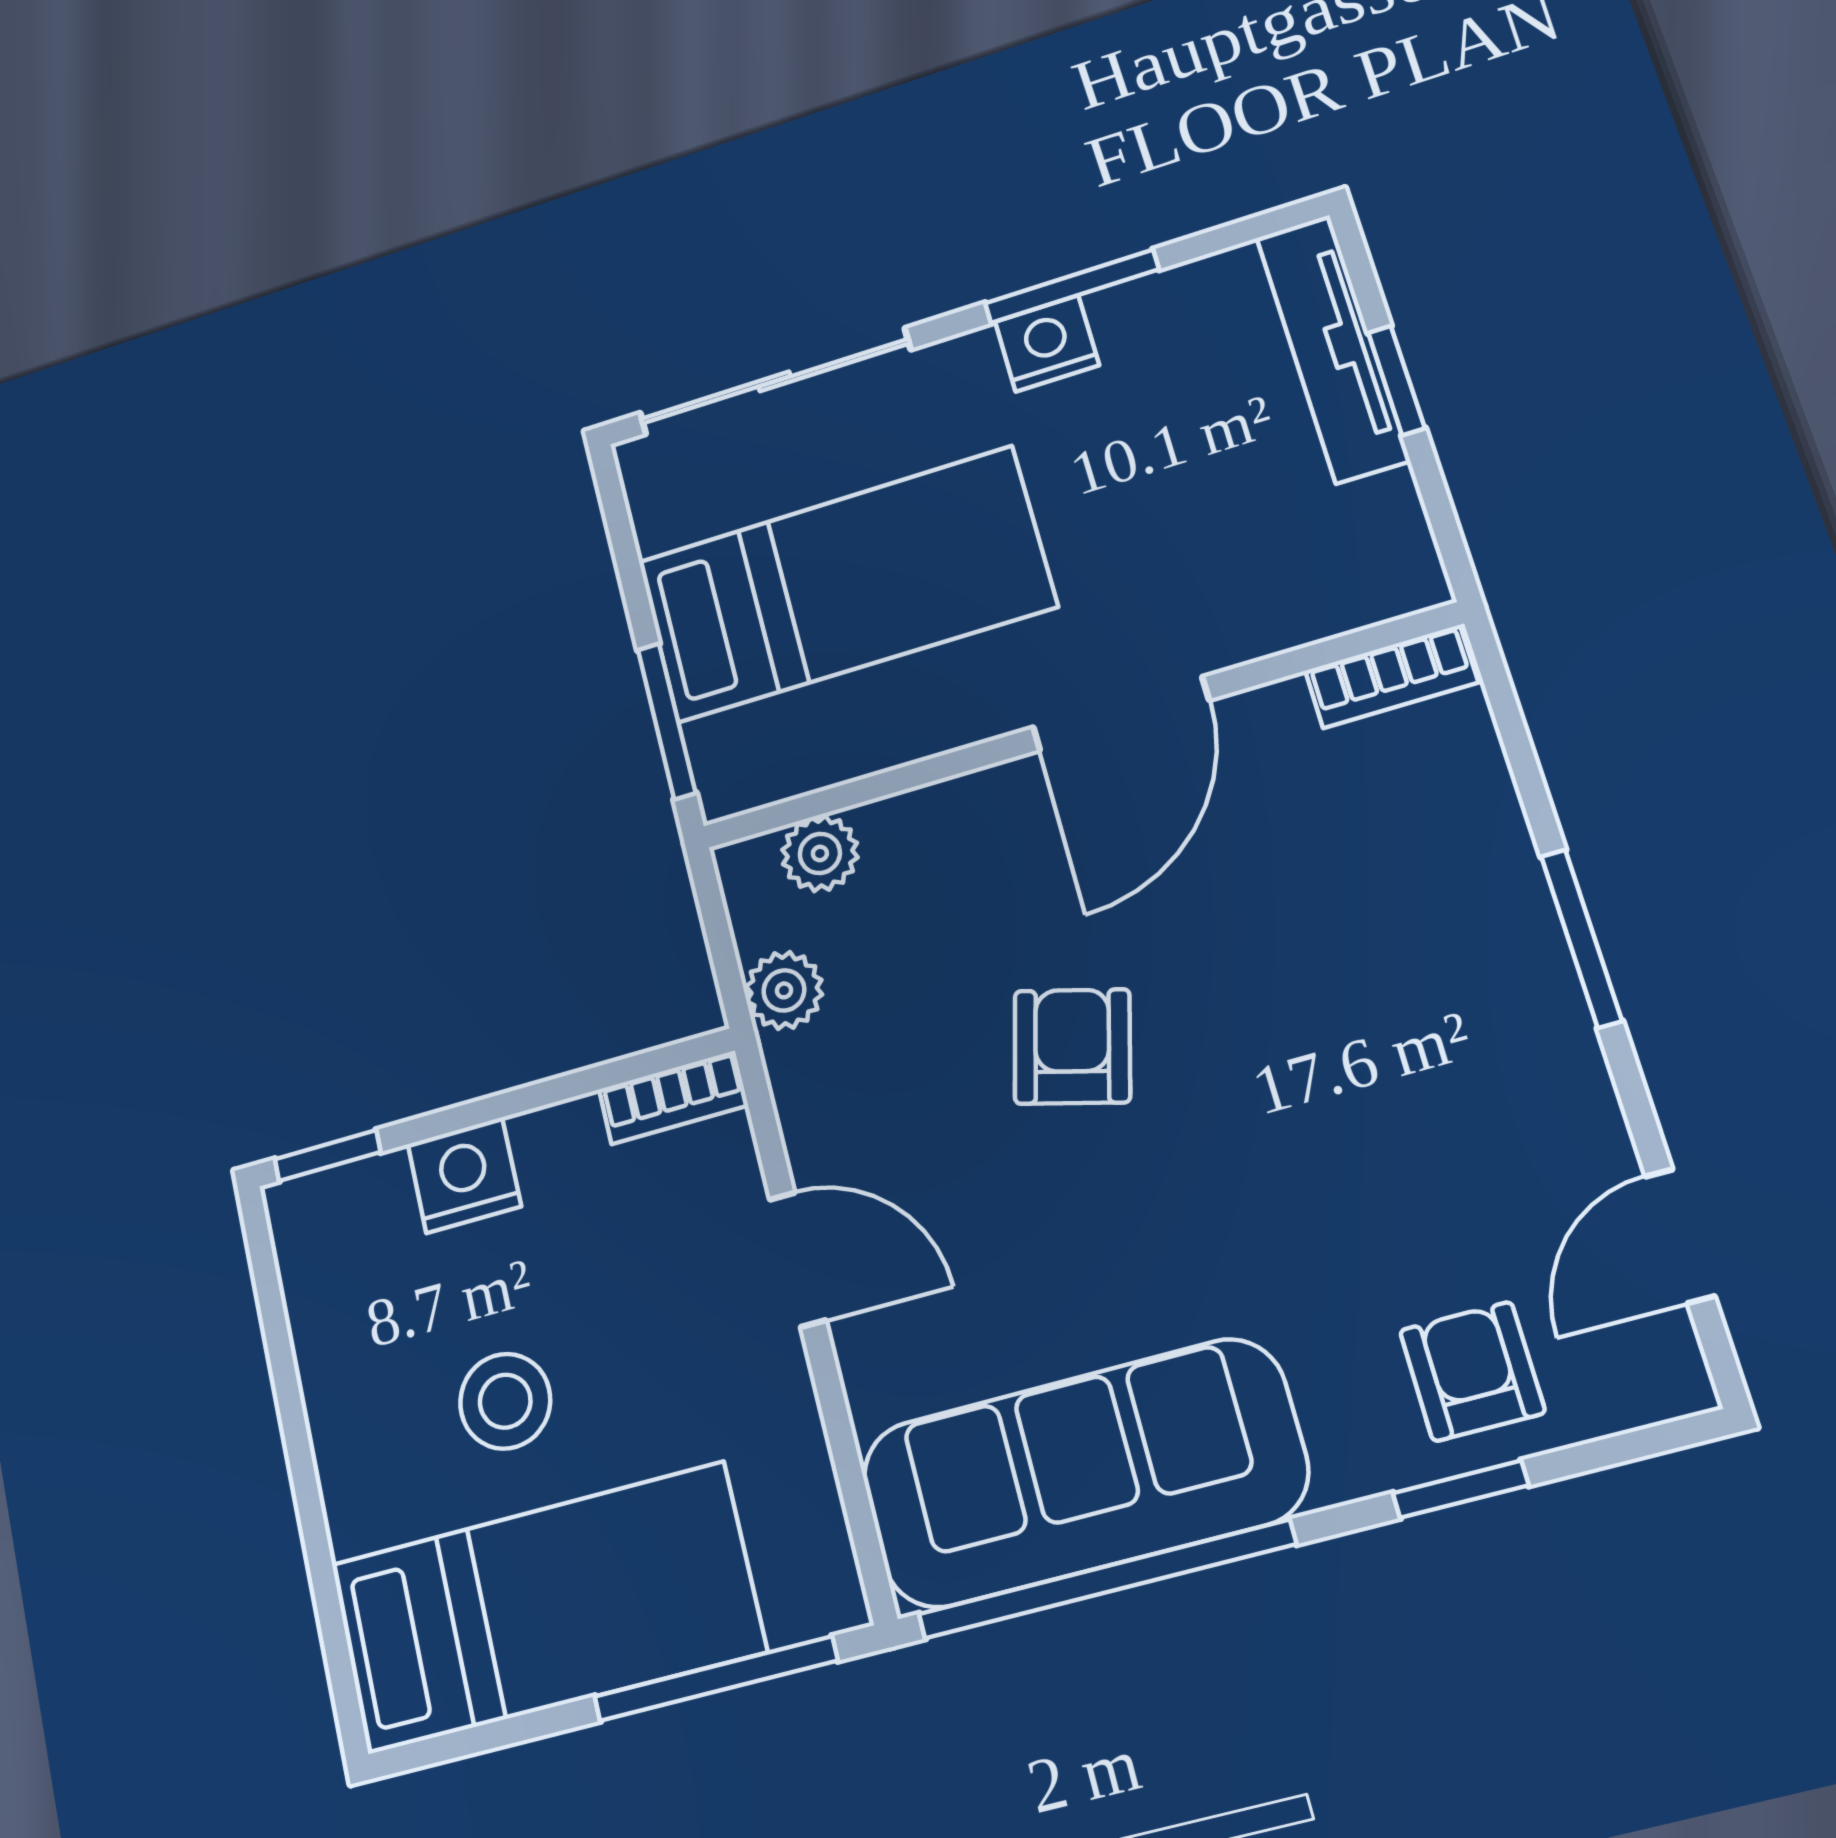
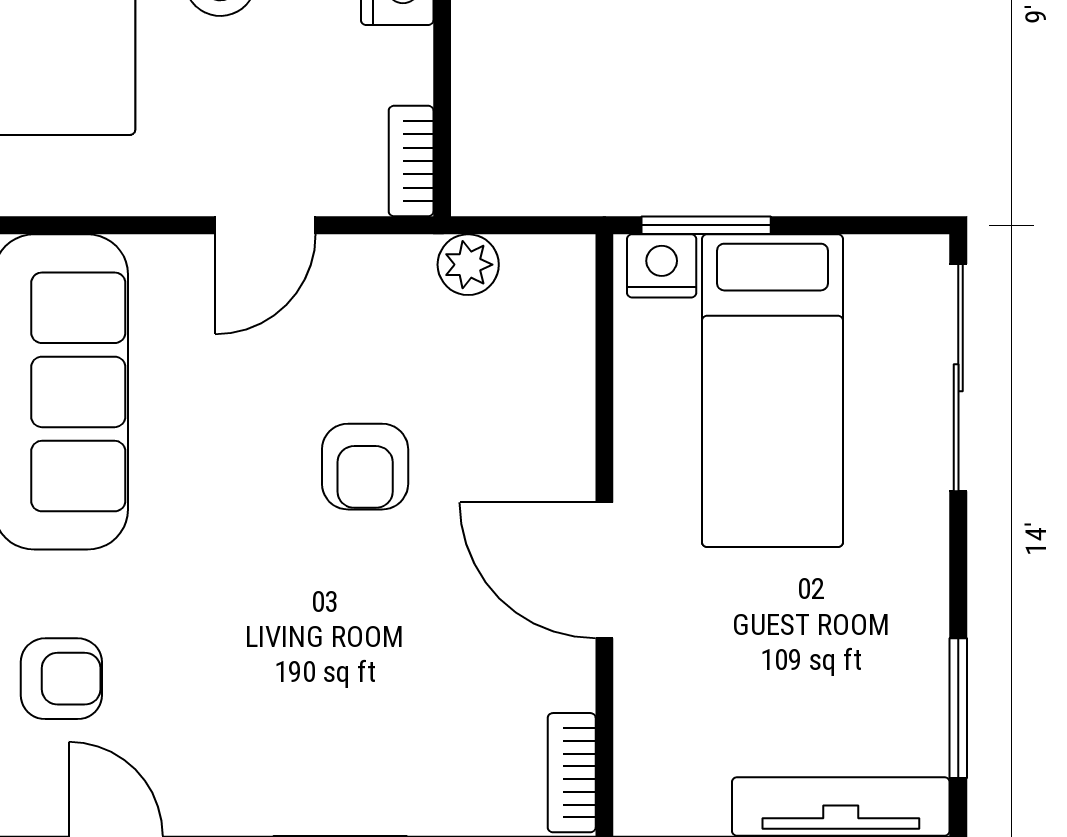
window: (1072, 286) -> (958, 708), moved
nightstand: (1047, 343) -> (662, 266), moved, turned -90
plant: (820, 853) -> (565, 318), removed
armchair: (1072, 1046) -> (365, 467), turned 75

